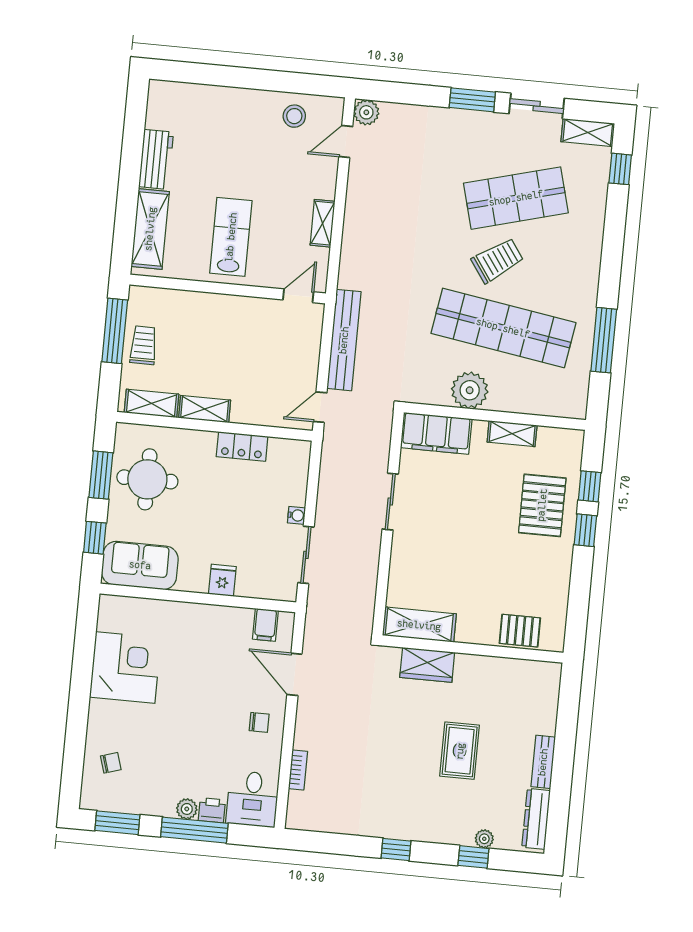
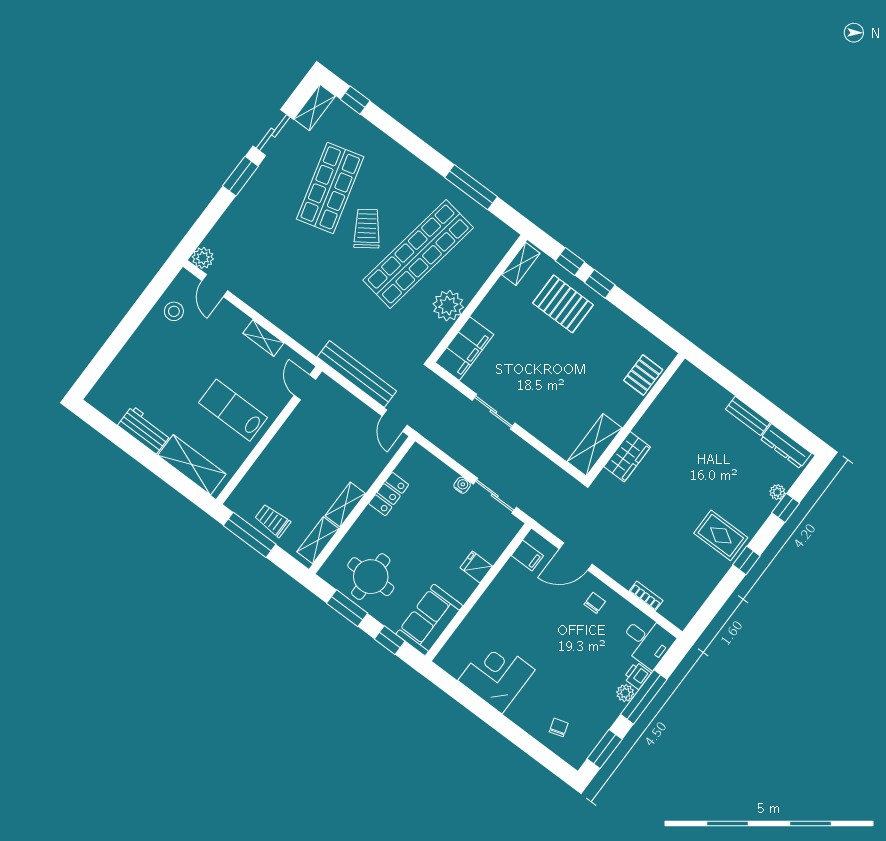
shelving: (512, 434) -> (521, 264), moved
rug: (460, 751) -> (721, 535), moved

